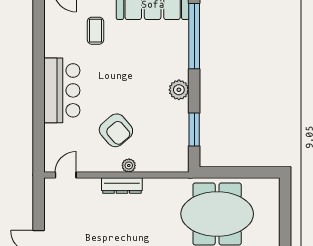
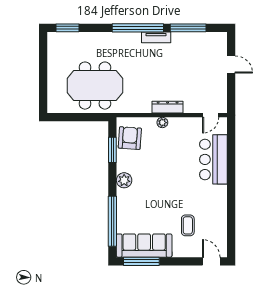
bar counter: (62, 90) -> (213, 159), moved
armchair: (116, 130) -> (130, 138), moved, turned 45

